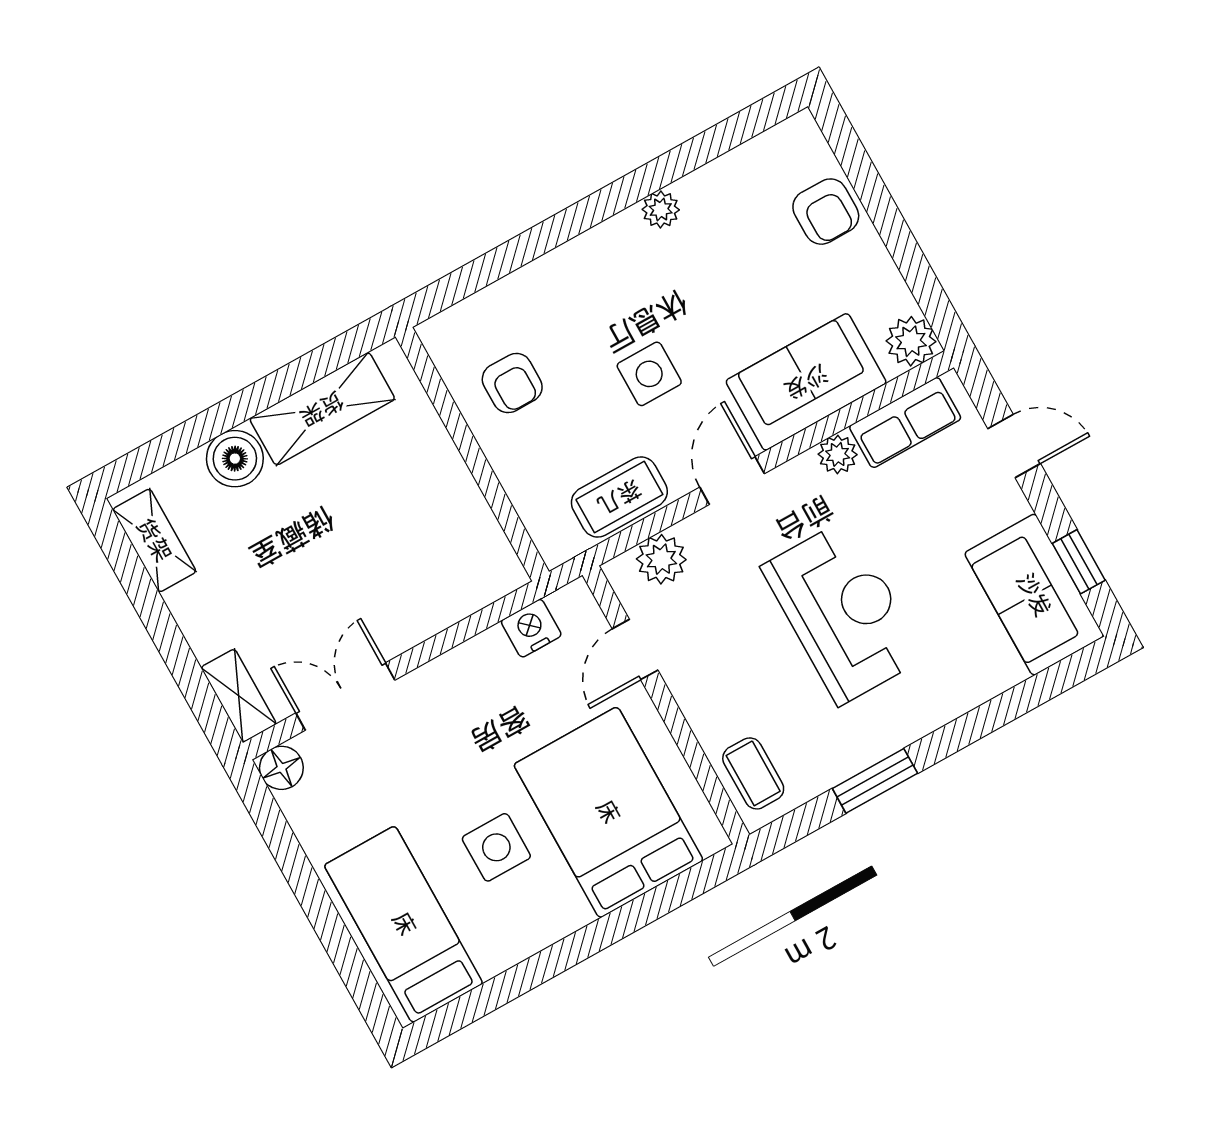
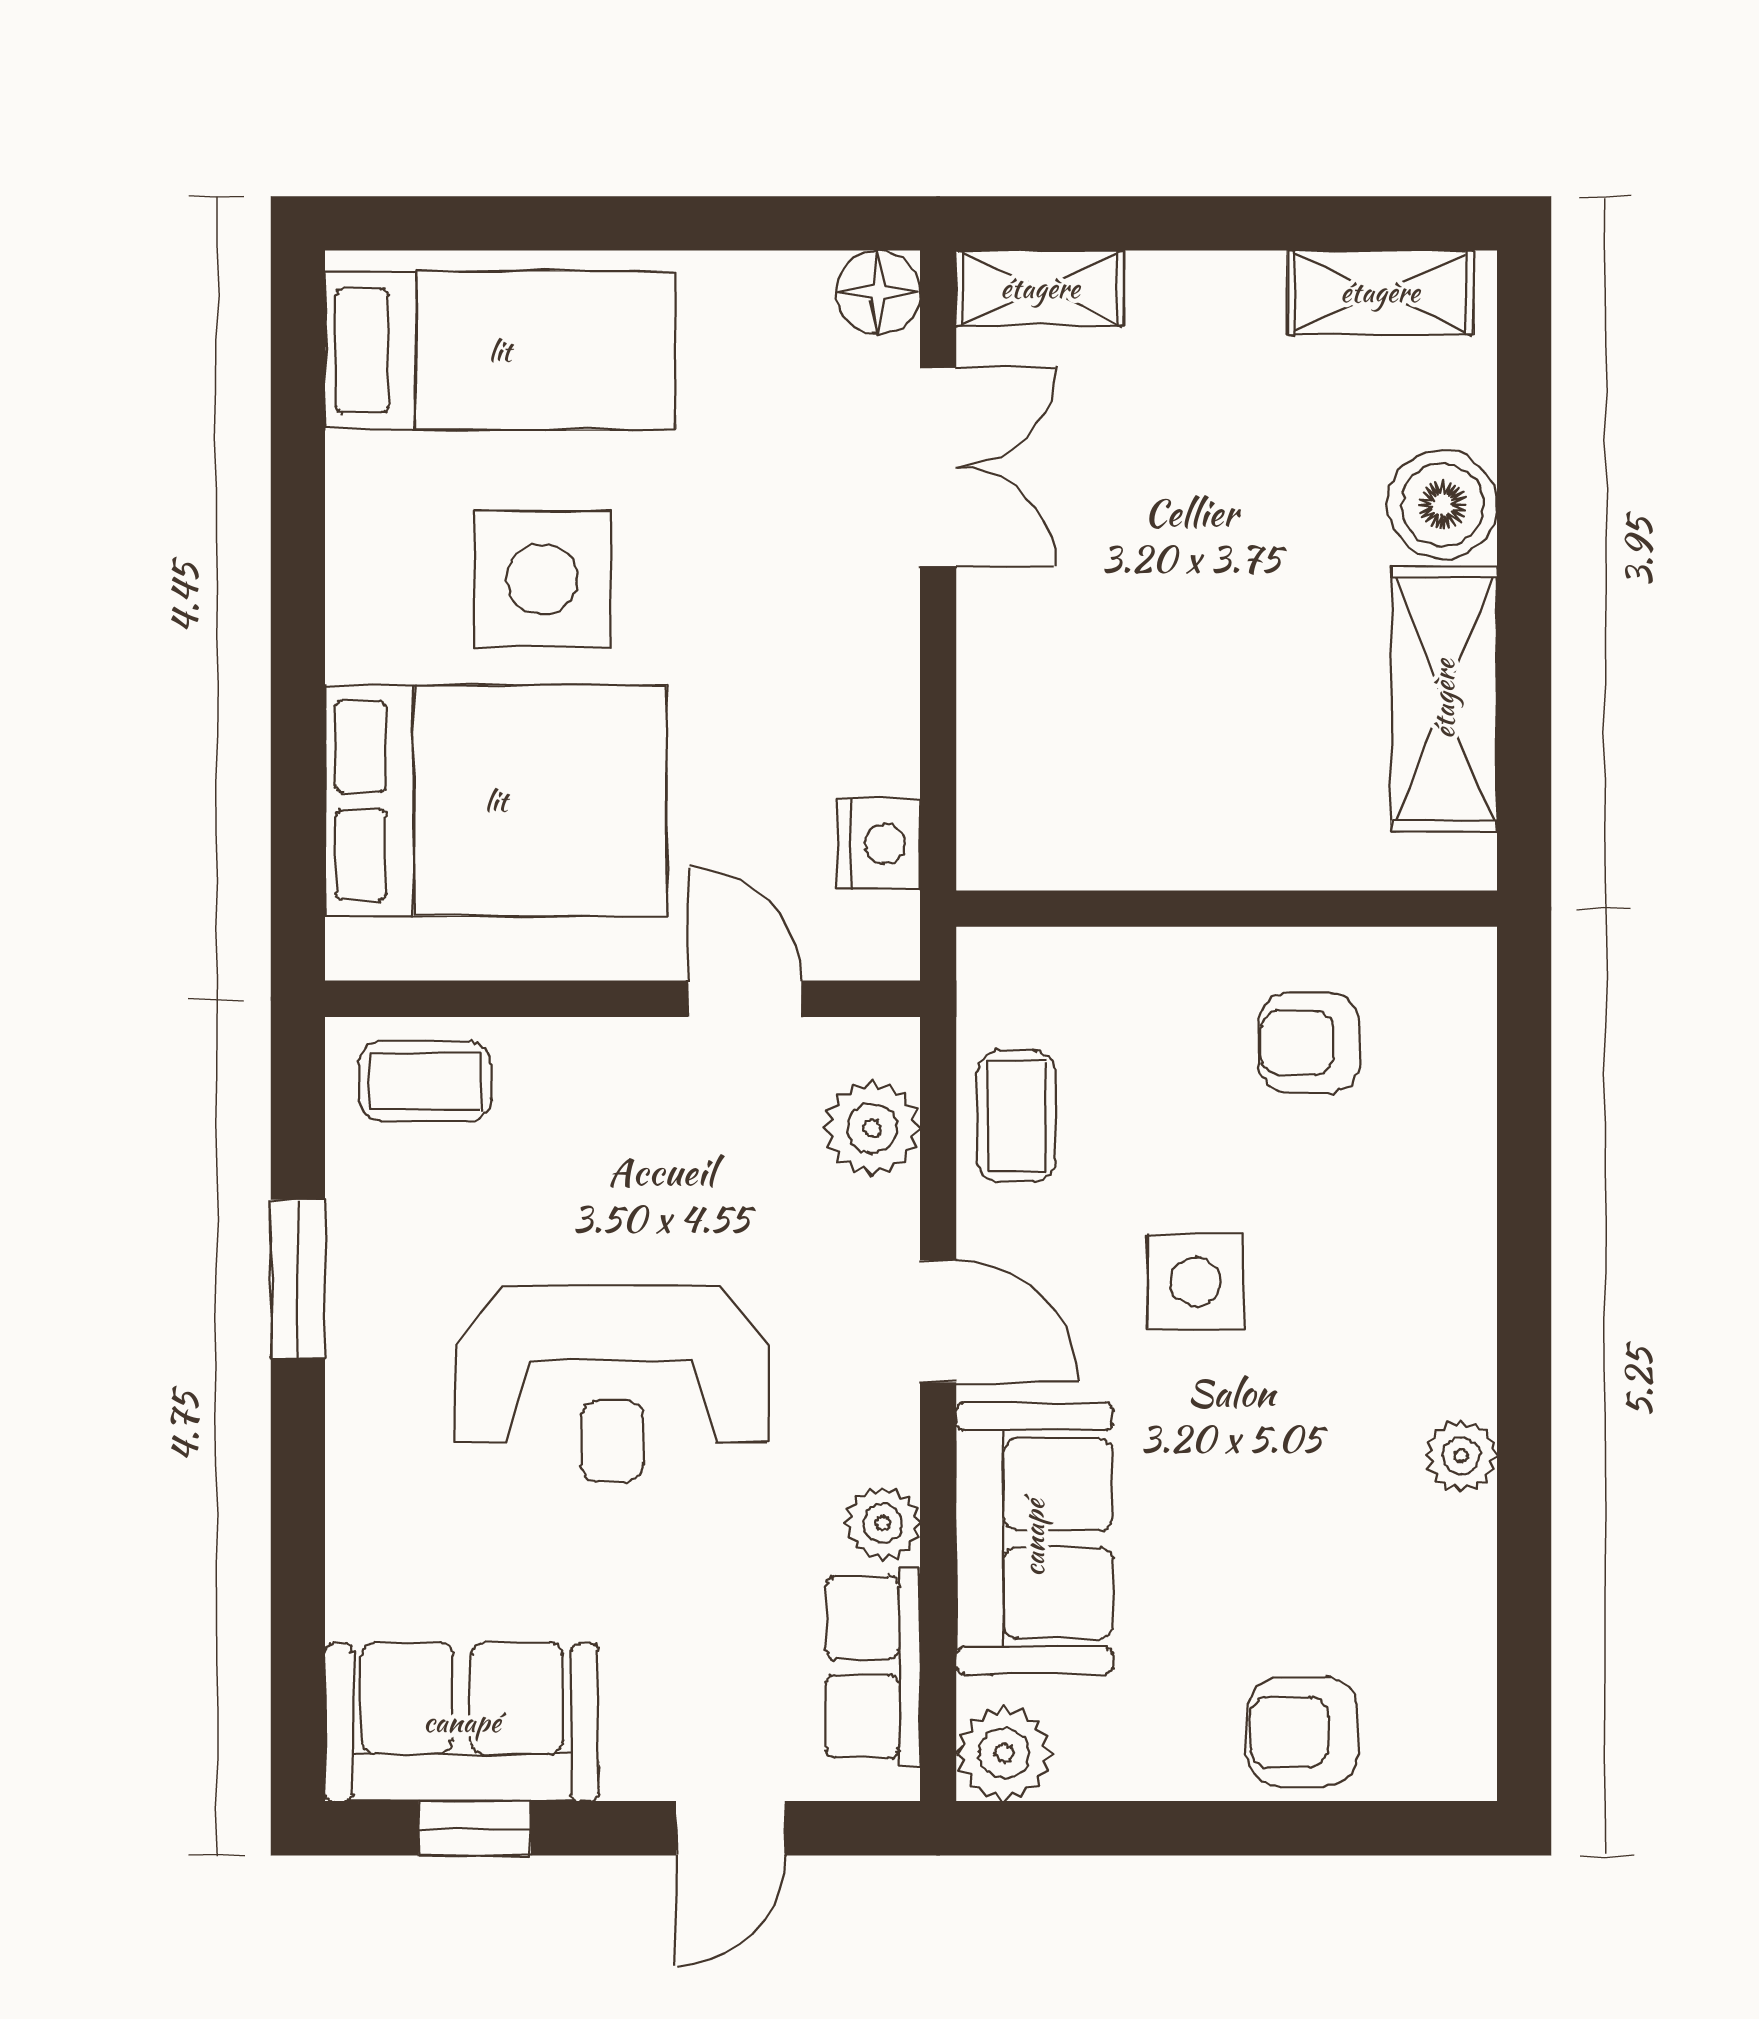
coffee table: (619, 497) -> (1016, 1116), width x0.73, depth x0.77
side table: (496, 847) -> (542, 579), width x1.37, depth x1.37

